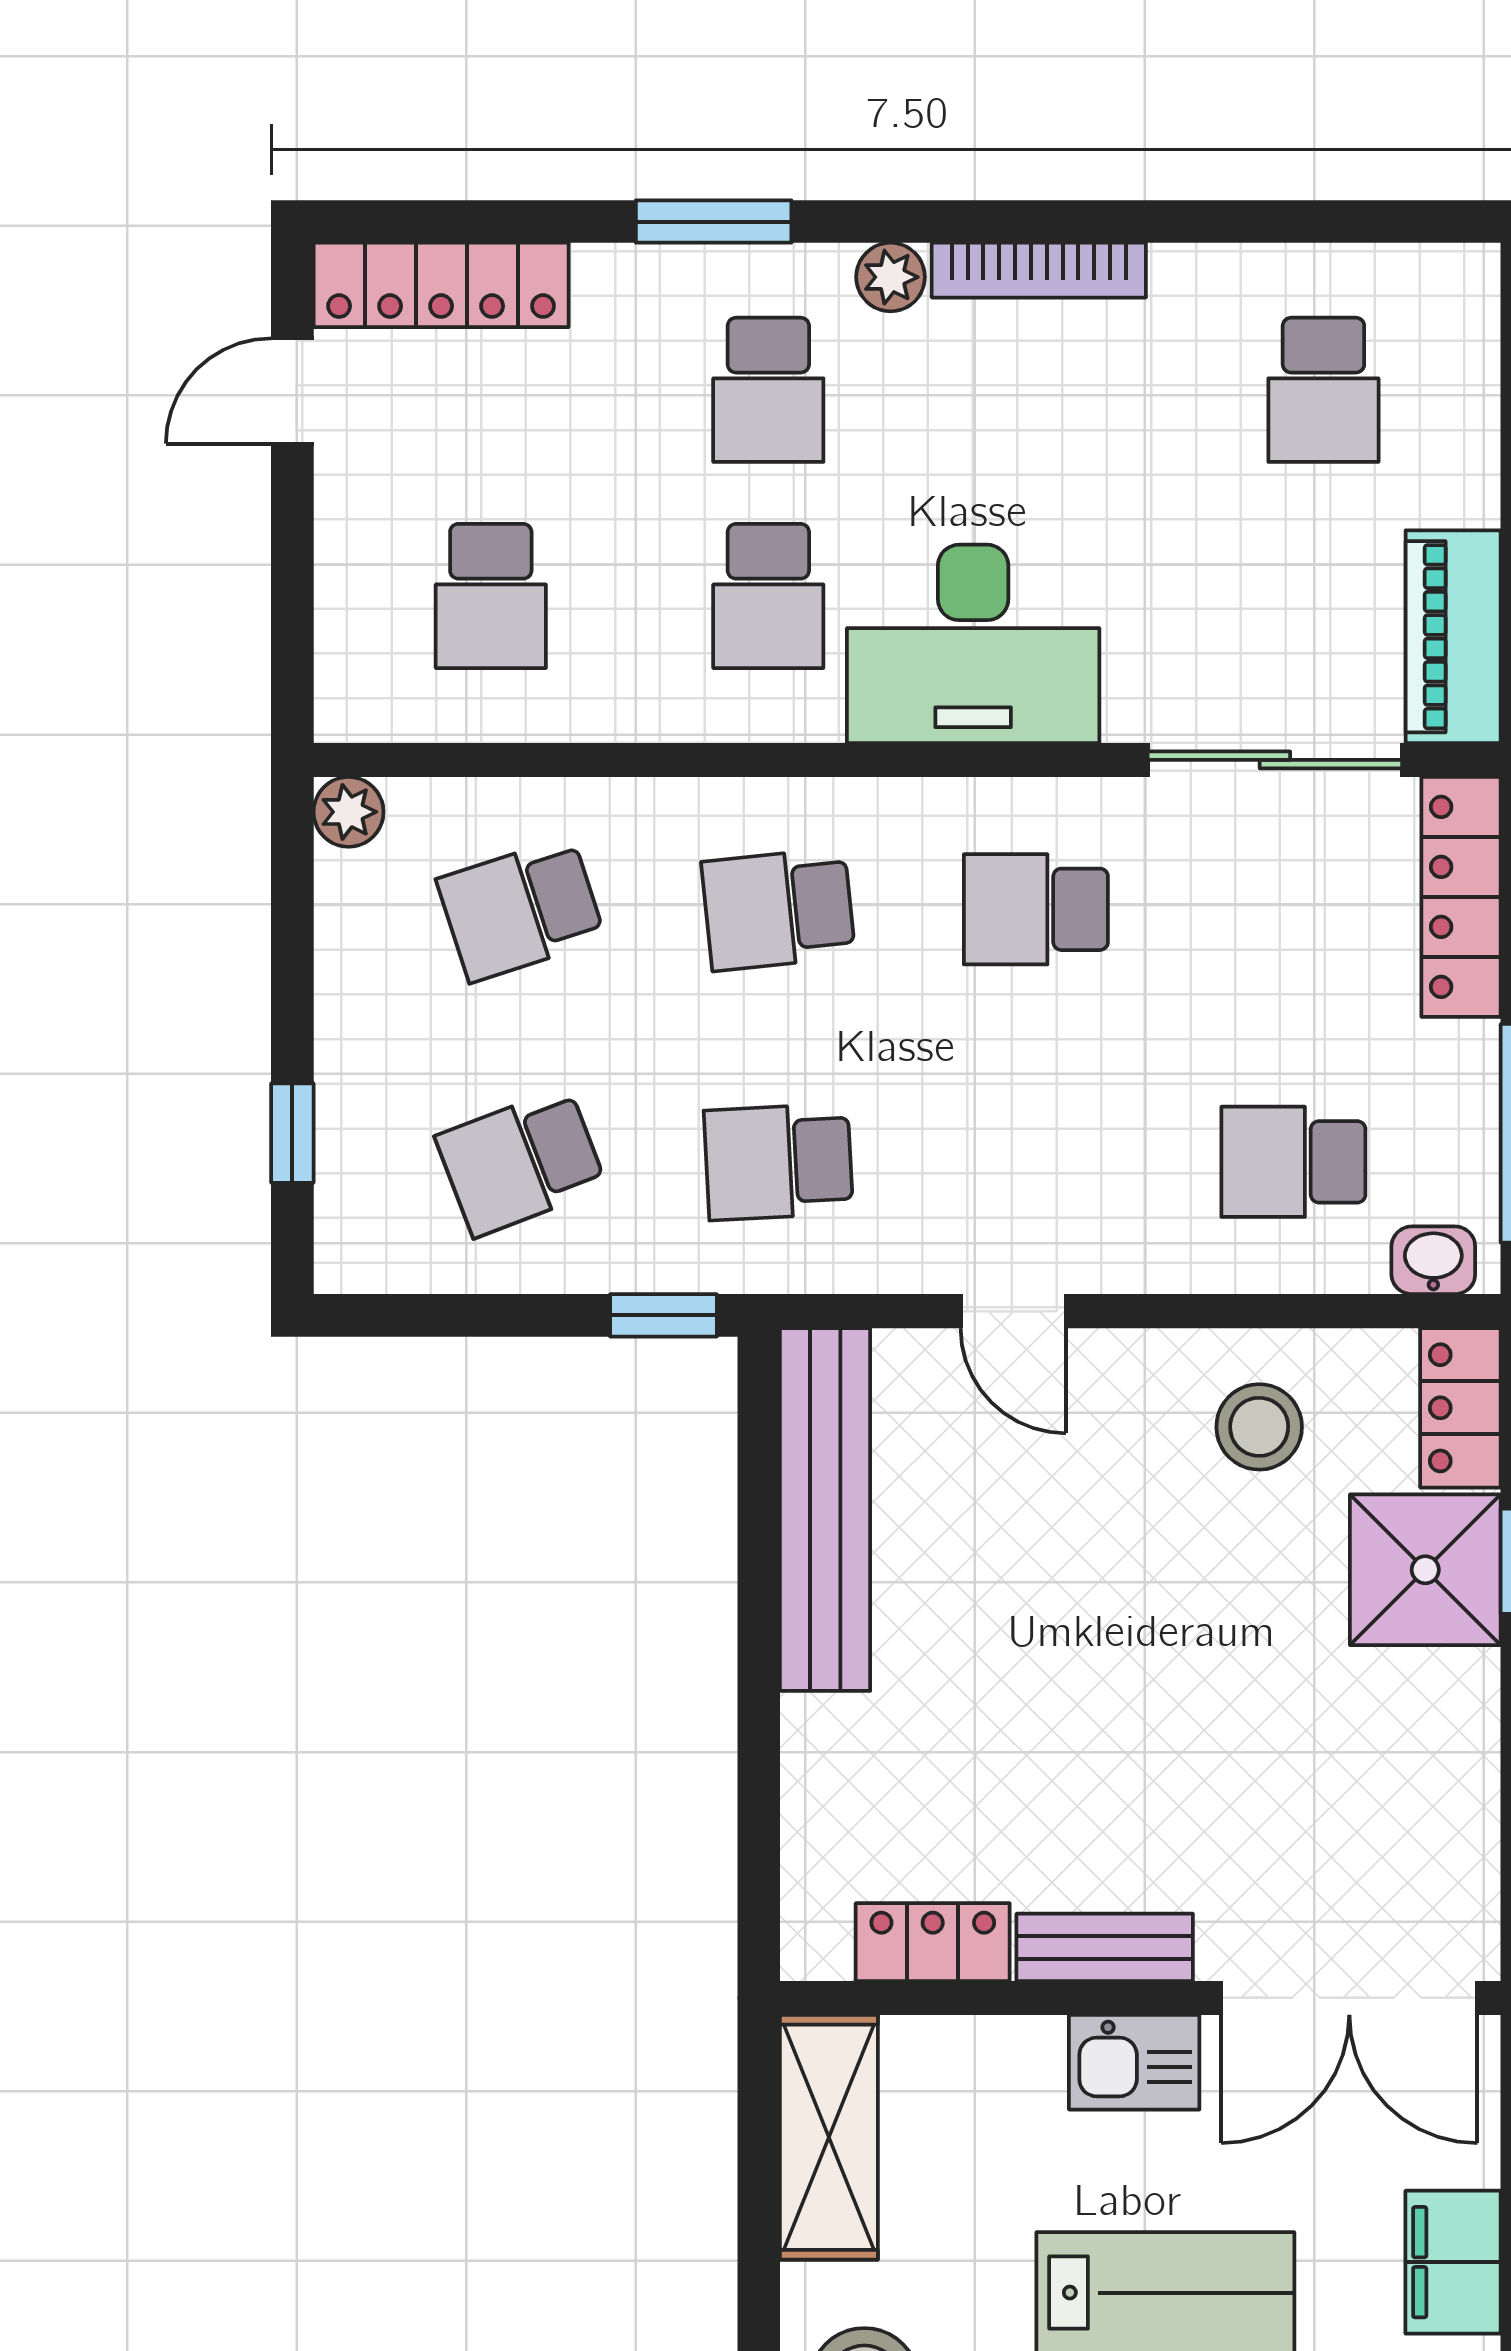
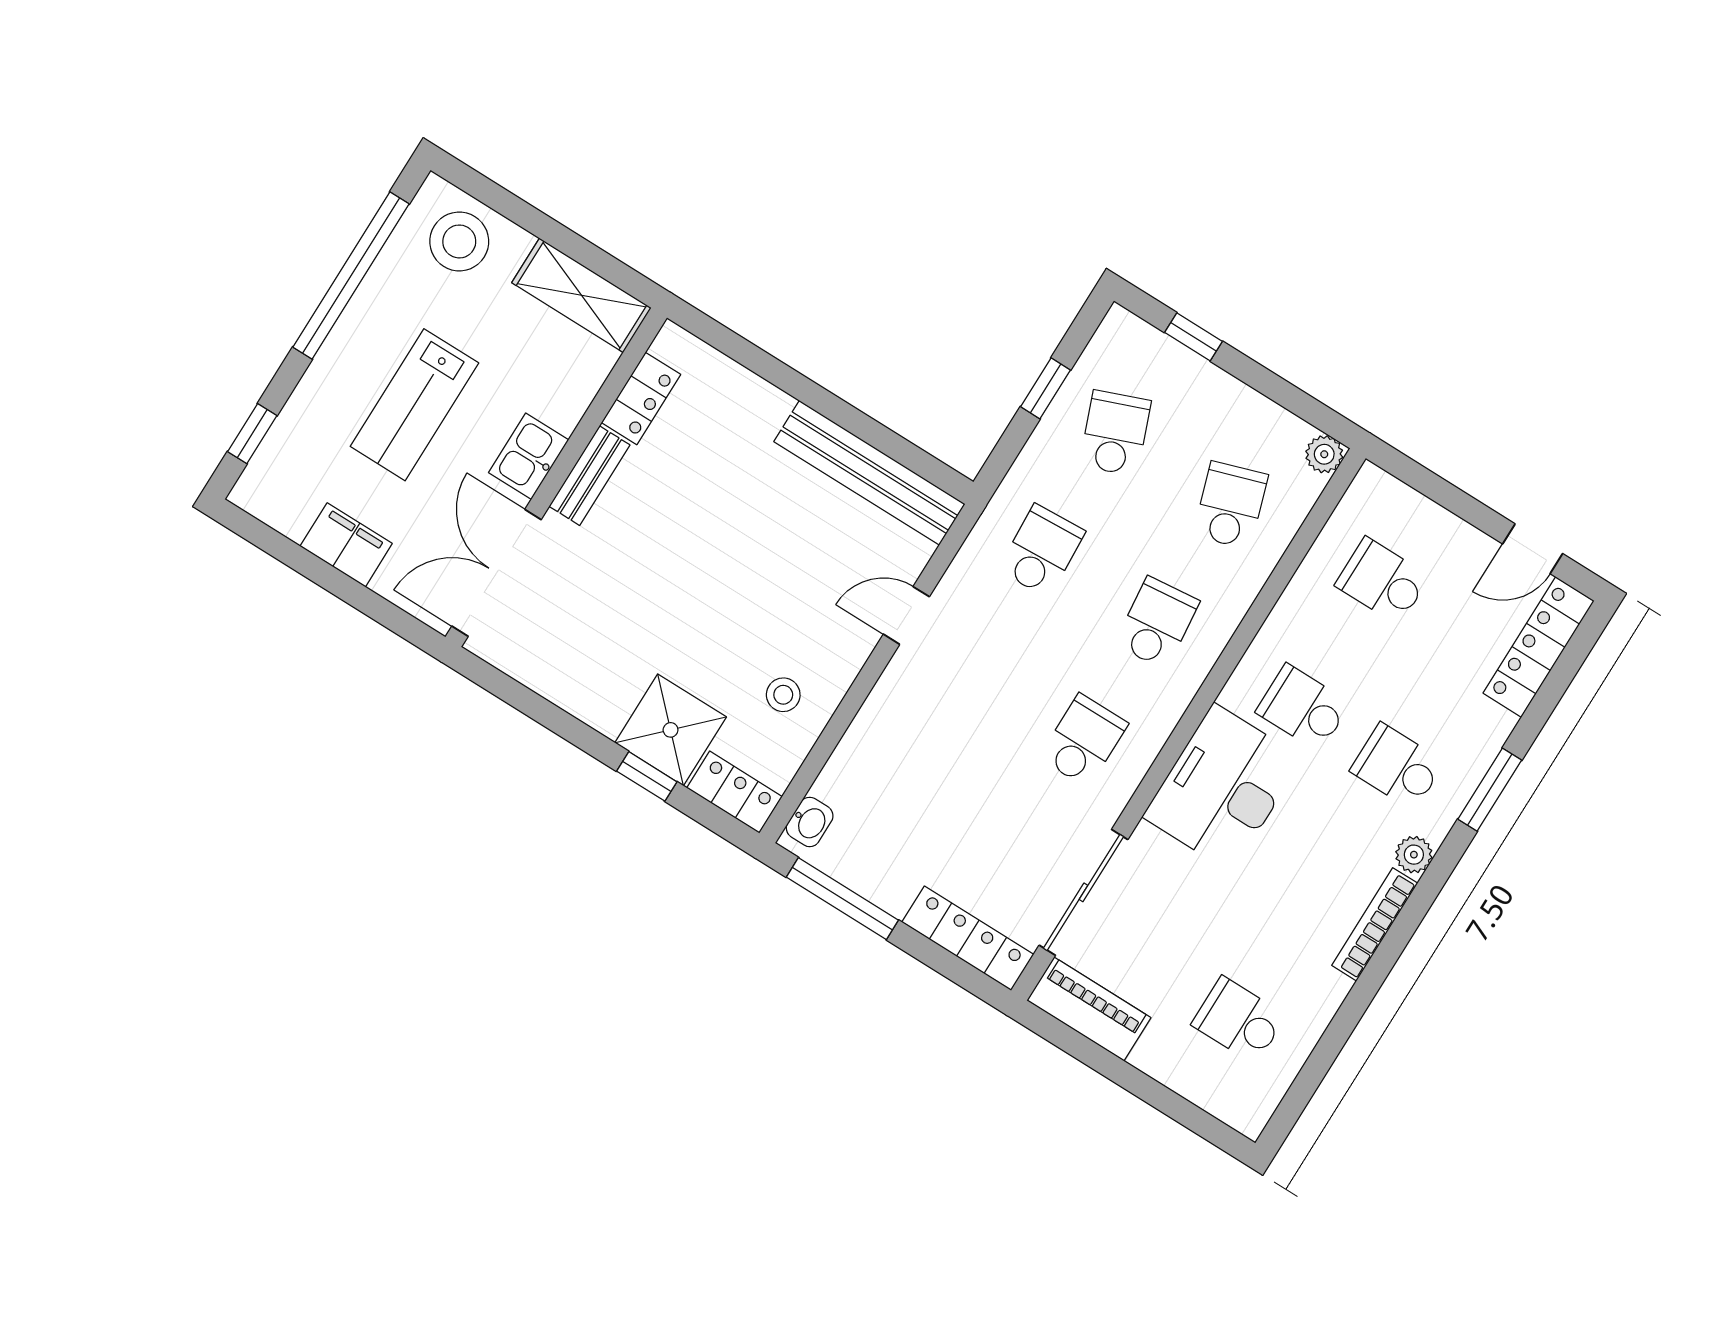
door: (292, 391) -> (1533, 549), swing flipped
school desk: (1293, 1162) -> (895, 786), removed
window: (663, 1315) -> (1046, 388), moved
stool: (1259, 1427) -> (783, 695), width x0.73, depth x0.73

